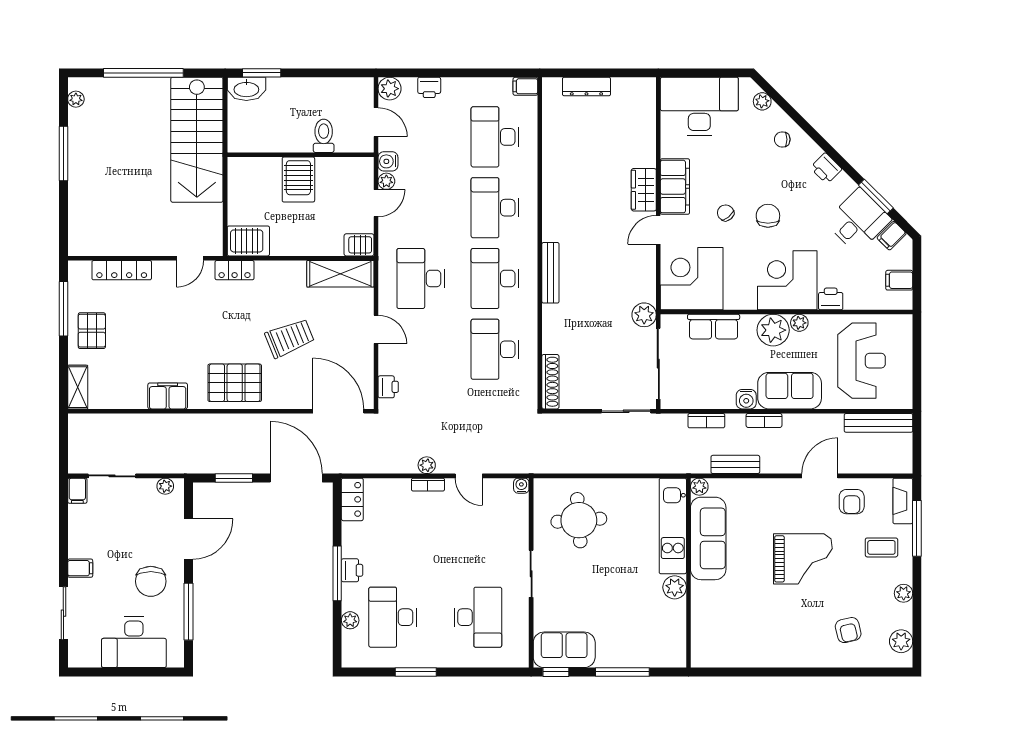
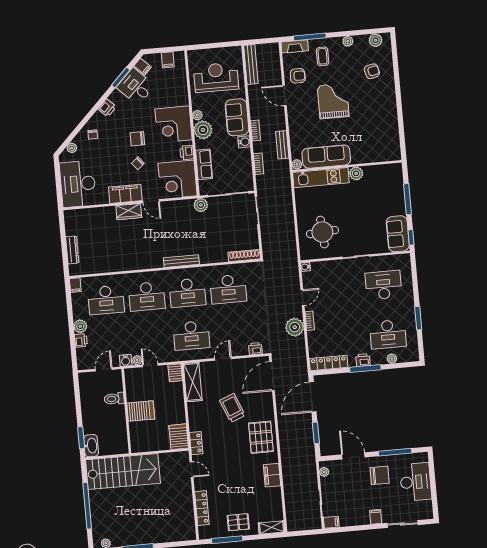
plant: (390, 89) -> (80, 326), moved
printer: (831, 299) -> (187, 153), moved
plant: (427, 465) -> (295, 327), width x1.87, depth x1.87
locker: (352, 499) -> (329, 363), width x1.53

